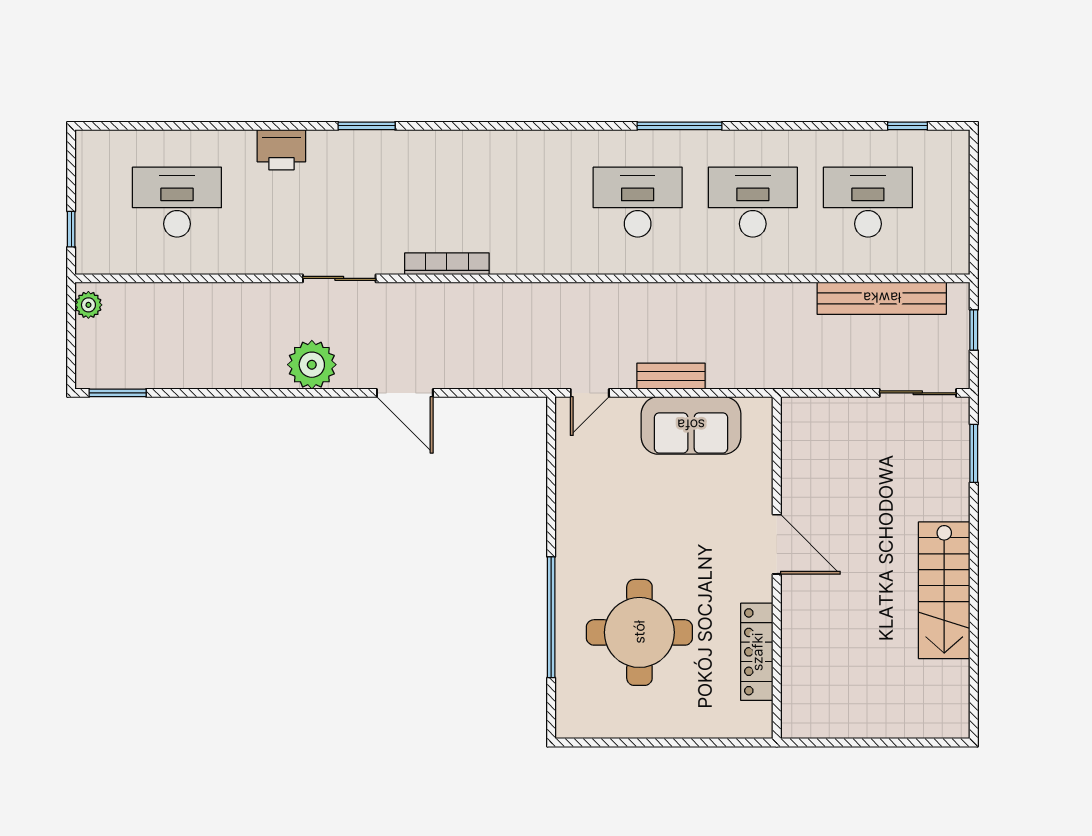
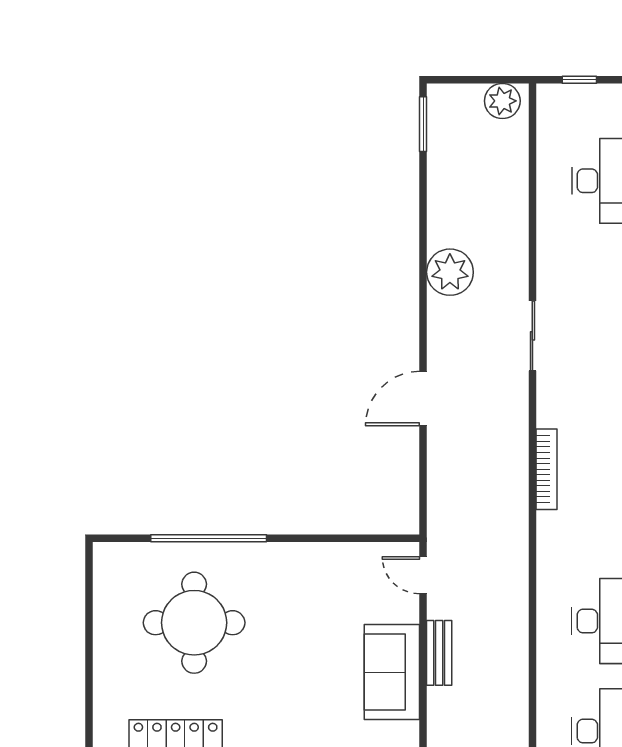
bookcase: (447, 264) -> (546, 469), moved
plant: (88, 305) -> (502, 101), width x1.38, depth x1.38
plant: (312, 365) -> (450, 272), moved

